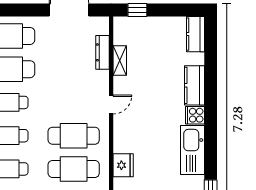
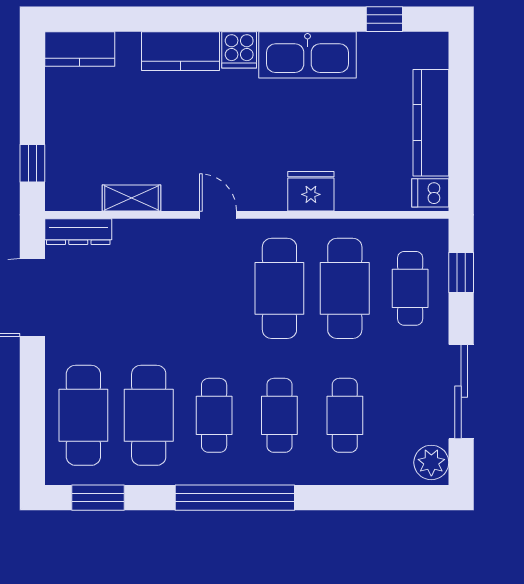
dresser: (103, 52) -> (78, 232), moved
fridge: (123, 165) -> (311, 191), moved

